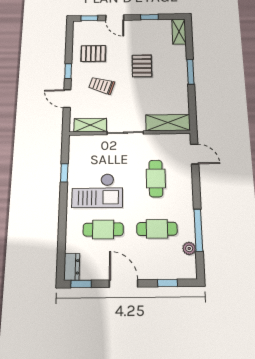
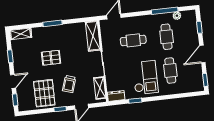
pallet: (93, 54) -> (44, 93), width x1.50, depth x1.42
dresser: (72, 267) -> (116, 96), moved

